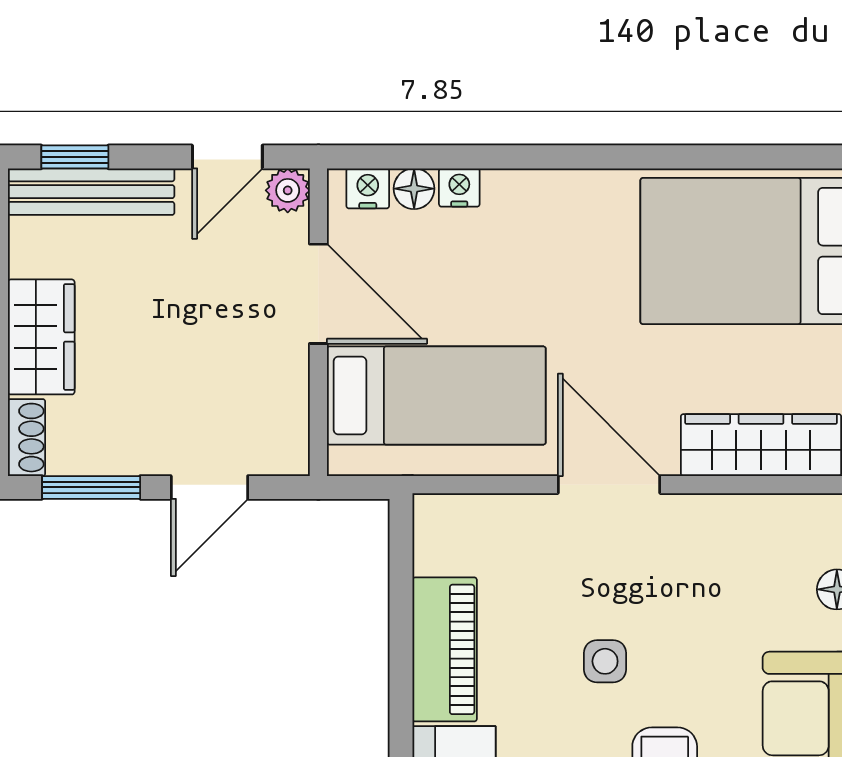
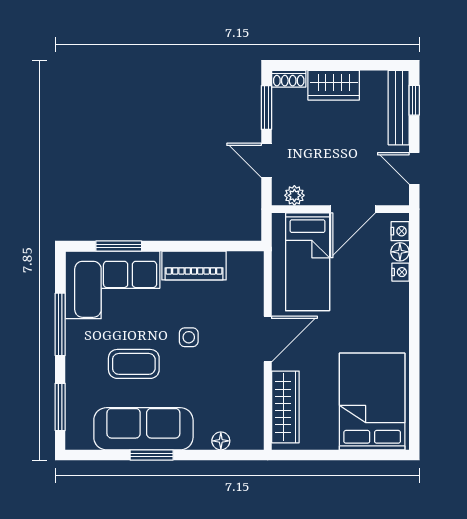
plant: (288, 190) -> (294, 195), moved

